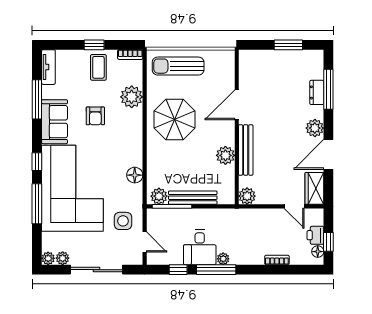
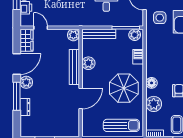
window: (328, 89) -> (17, 96), moved
barbecue: (154, 165) -> (138, 57), added
floor lamp: (135, 175) -> (152, 83), moved
bench: (193, 198) -> (99, 34), moved

